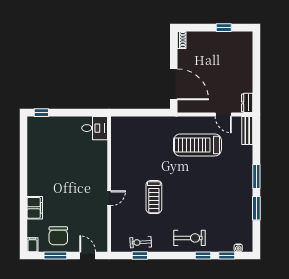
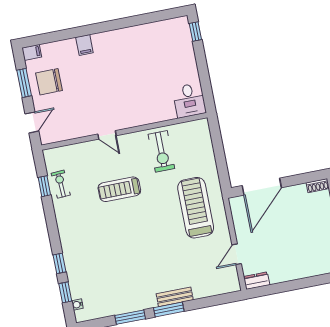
bench: (247, 130) -> (175, 297), moved
treadmill: (197, 145) -> (196, 208), moved
filing cabinet: (35, 208) -> (84, 45), width x0.50
exercise bike: (189, 238) -> (161, 151), moved

